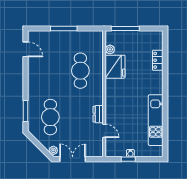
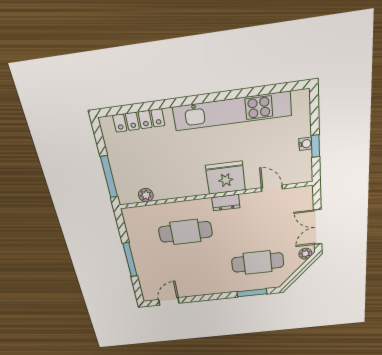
locker: (158, 60) -> (139, 120), width x1.53
fridge: (115, 67) -> (226, 178), moved
dresser: (98, 114) -> (226, 203), moved
kitchen unit: (156, 120) -> (232, 111), width x1.36
door: (104, 131) -> (272, 188), hinge flipped

